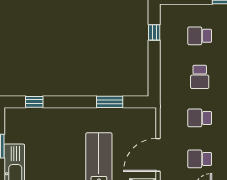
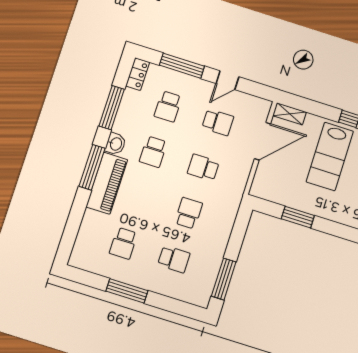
window: (154, 32) -> (224, 279), width x2.17
school desk: (200, 118) -> (203, 168), turned 180

